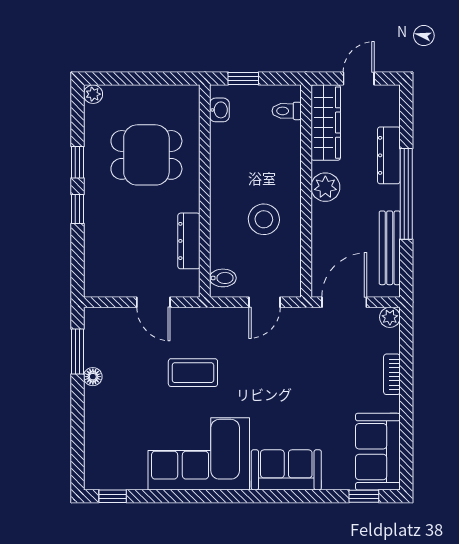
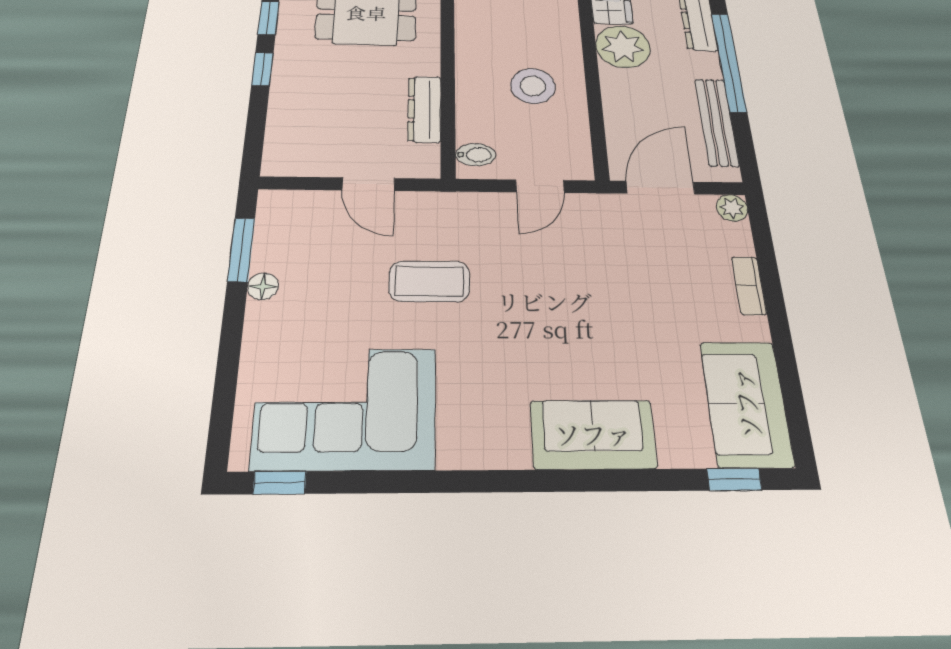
plant: (325, 187) -> (623, 47), width x1.36, depth x1.36
corner sofa: (199, 454) -> (345, 408), moved

